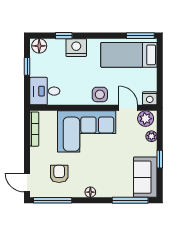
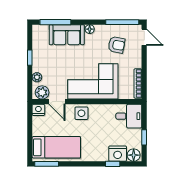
nightstand: (76, 48) -> (118, 154), moved
armchair: (59, 174) -> (116, 45), turned -79
sofa: (145, 177) -> (67, 35), moved, turned 90

